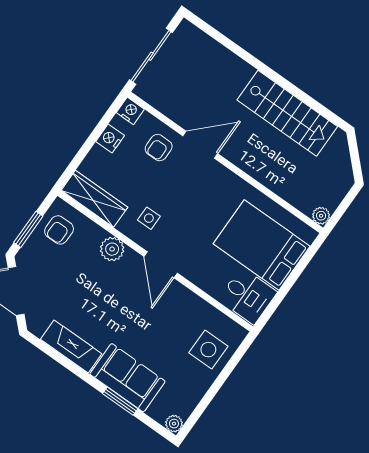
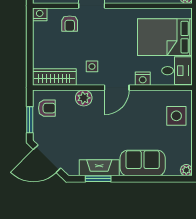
nightstand: (110, 139) -> (143, 79), moved, turned -90
armchair: (59, 230) -> (47, 108), turned -90
door: (161, 265) -> (117, 88), hinge flipped
window: (120, 401) -> (98, 179), moved

